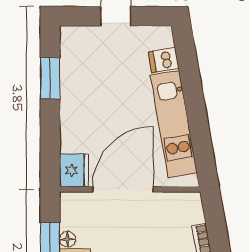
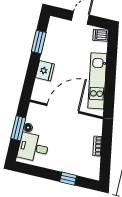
dishwasher: (164, 60) -> (101, 35), moved
fridge: (74, 170) -> (45, 71), moved

